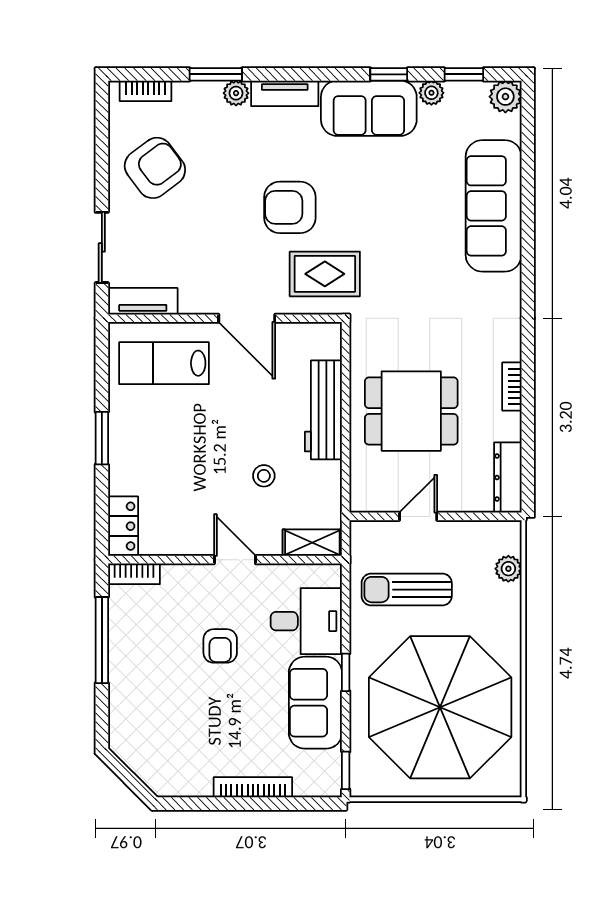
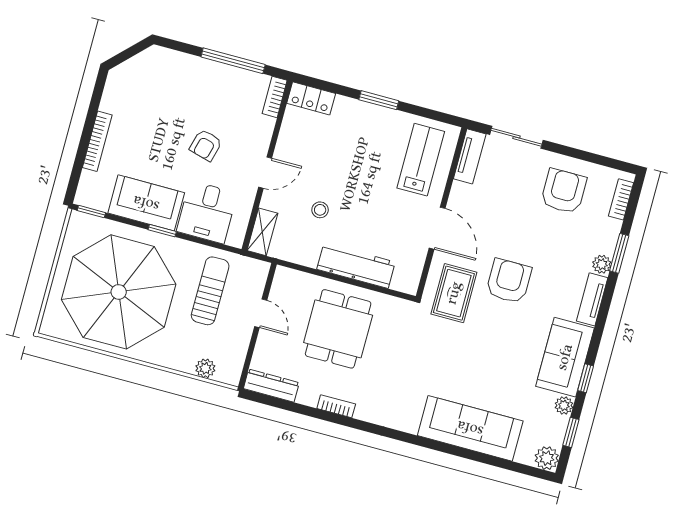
armchair: (155, 168) -> (564, 191), turned -143
door: (247, 318) -> (437, 228), swing flipped
armchair: (220, 646) -> (206, 145), turned -75

